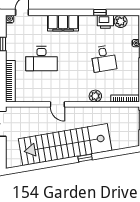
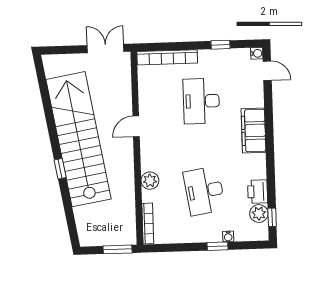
window: (100, 12) -> (272, 217), moved
desk: (104, 59) -> (204, 191), width x1.37

